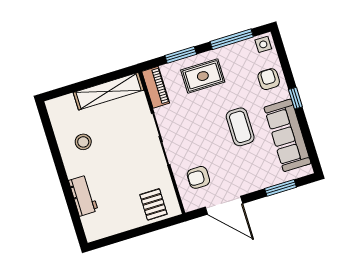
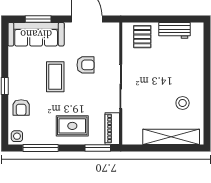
window: (181, 55) -> (98, 148), moved
shelving: (109, 91) -> (171, 137), moved
sofa: (287, 135) -> (36, 34), moved, turned 90
armchair: (198, 177) -> (86, 65), moved
workbench: (83, 196) -> (175, 30), moved, turned -90

